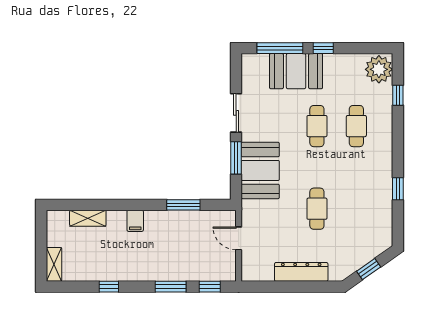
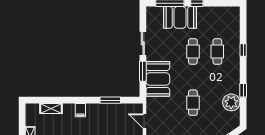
plant: (379, 69) -> (231, 102), moved
window: (398, 95) -> (243, 50), moved

